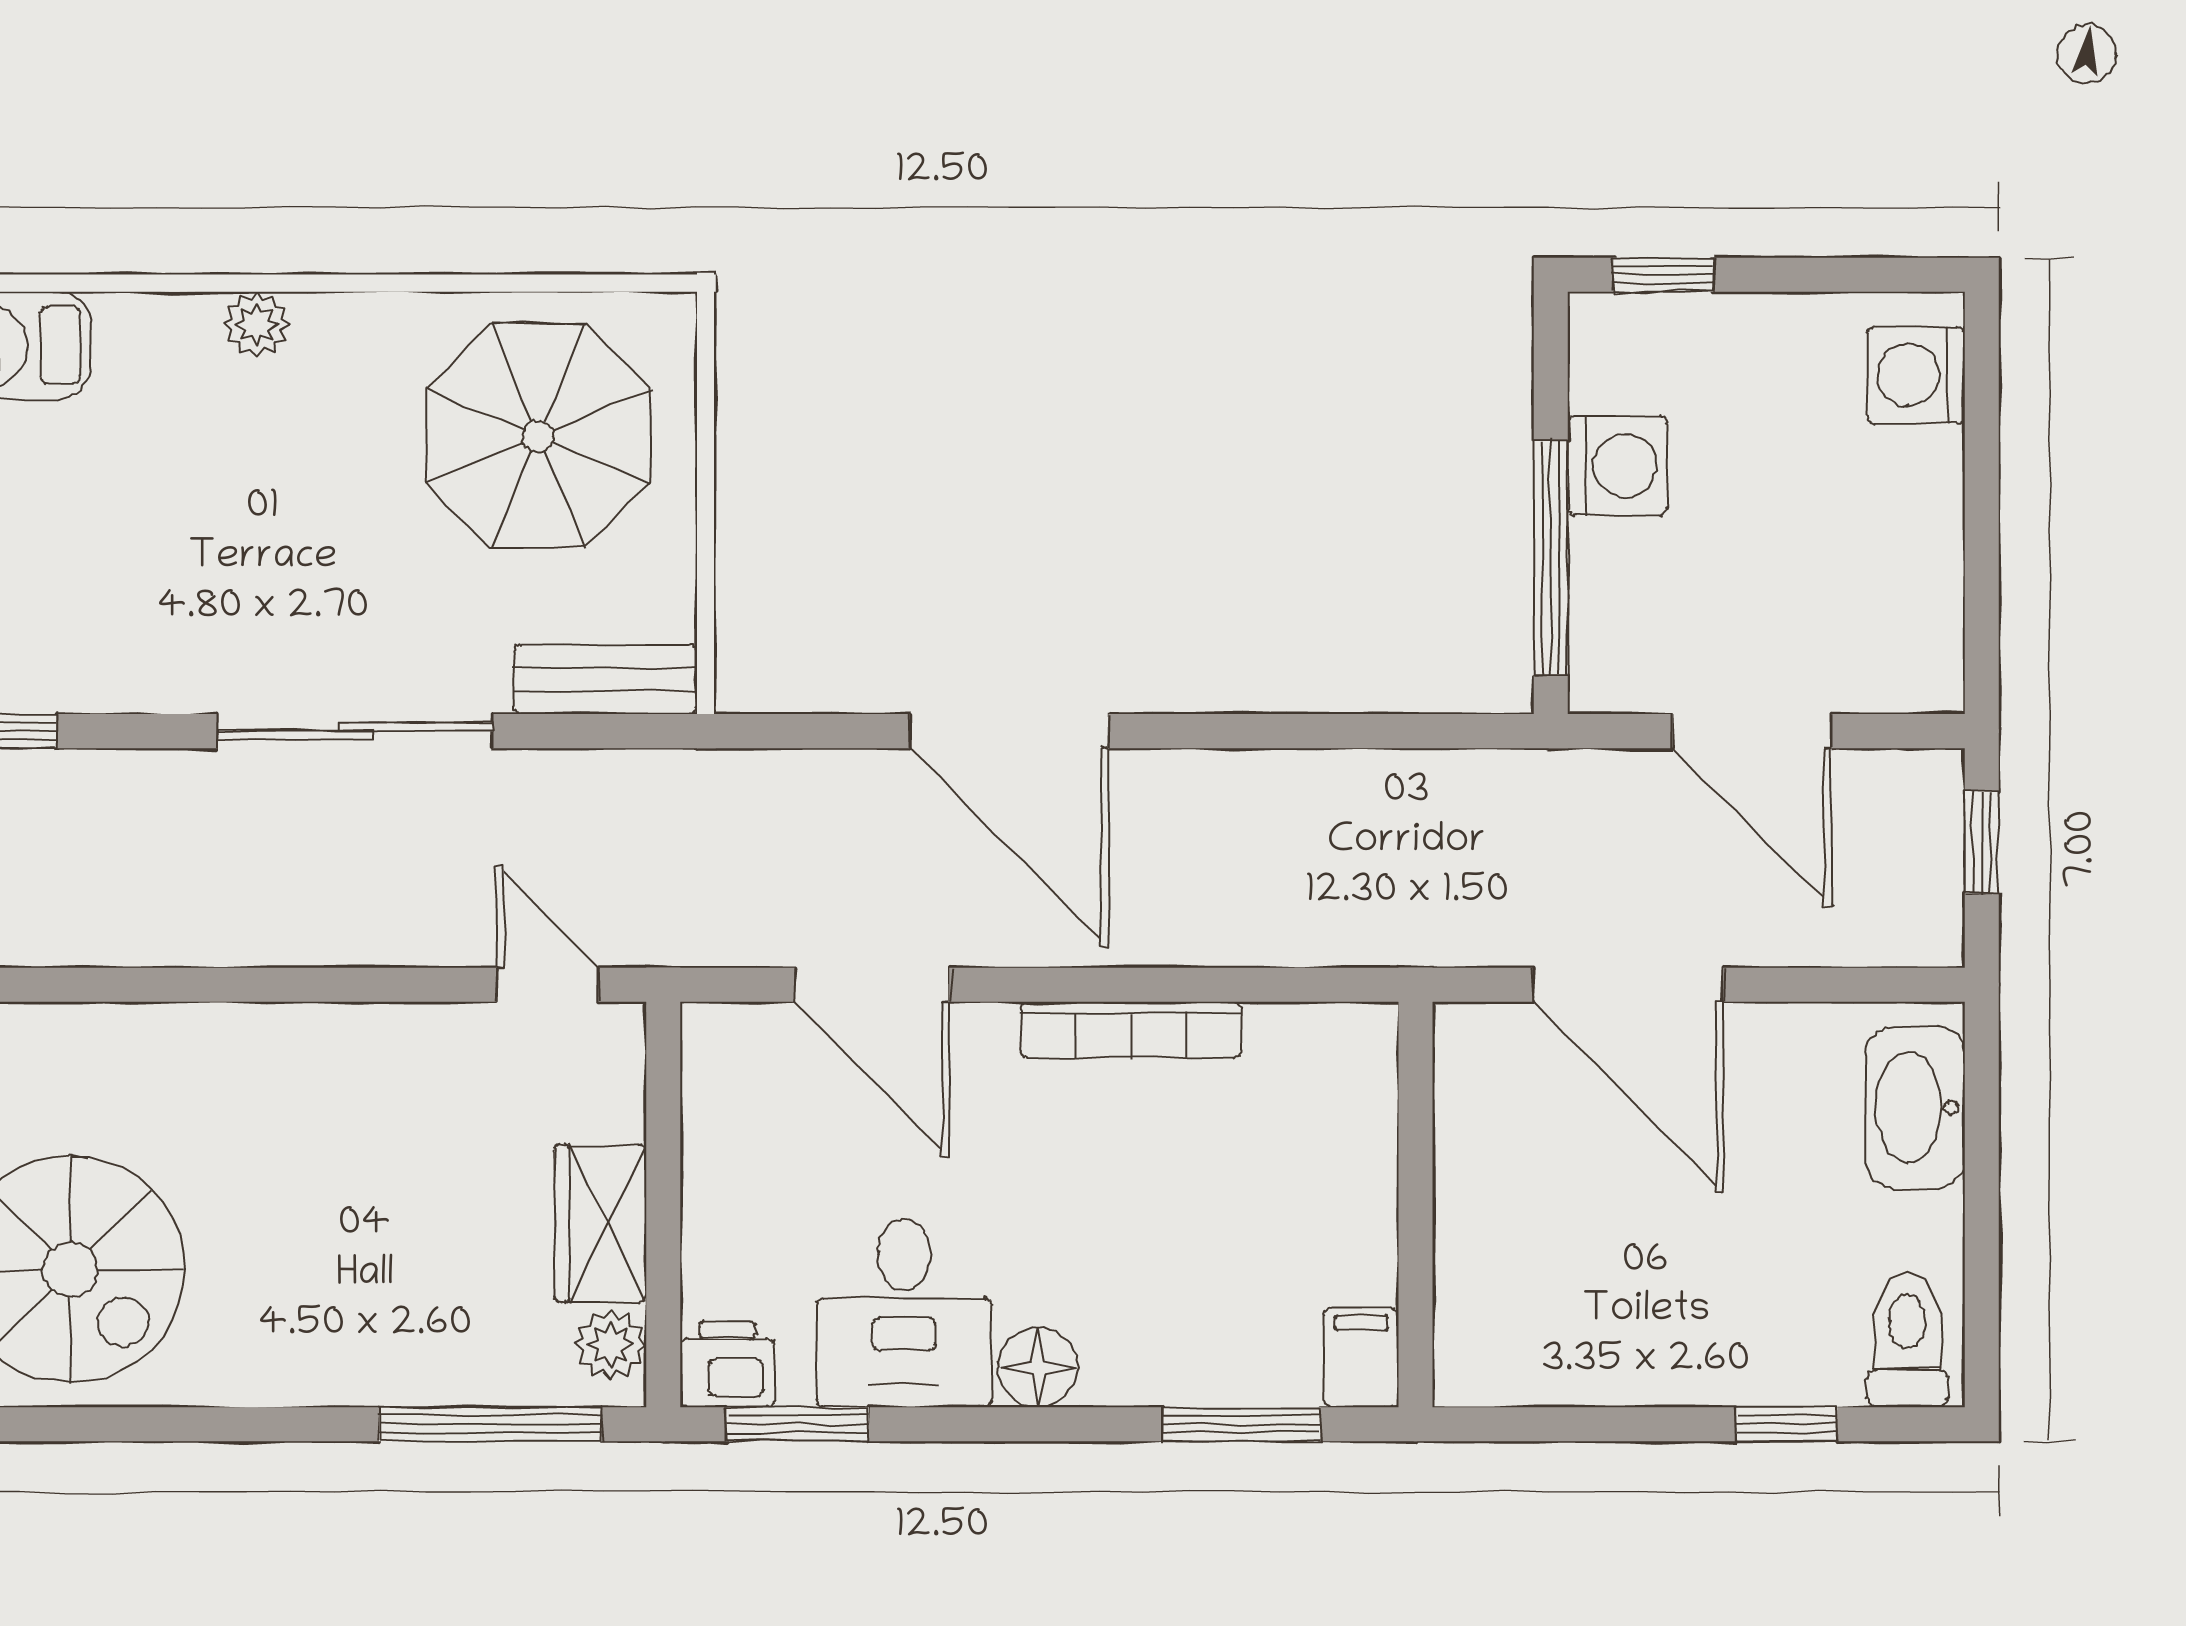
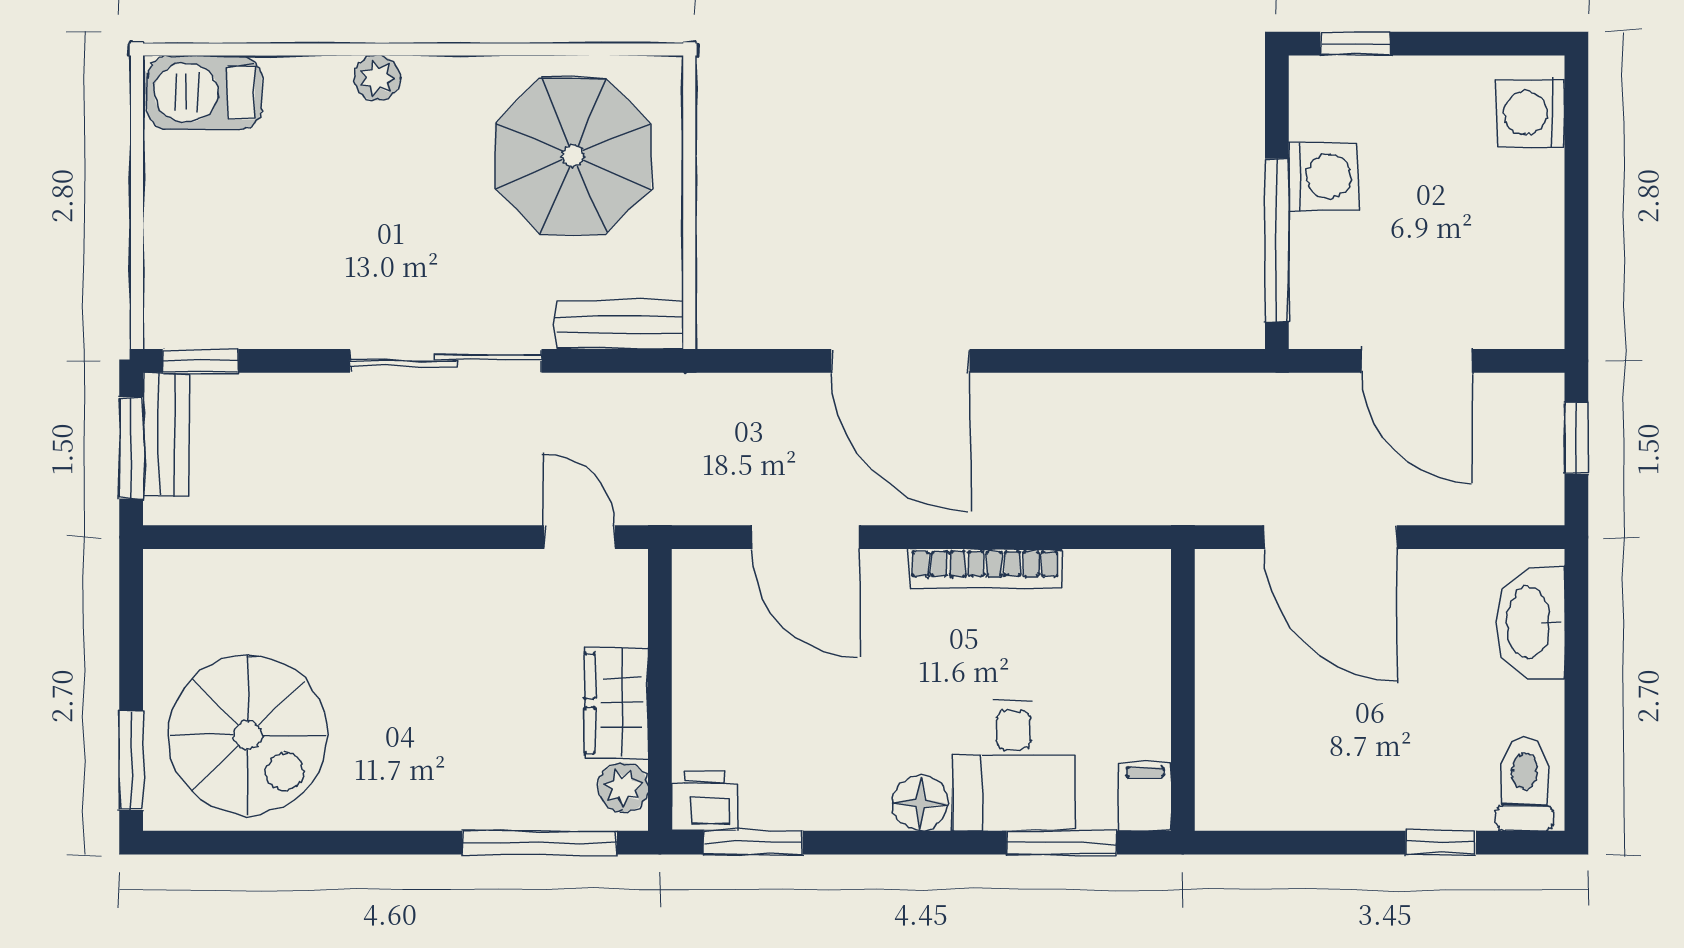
desk: (904, 1313) -> (1013, 765), moved

